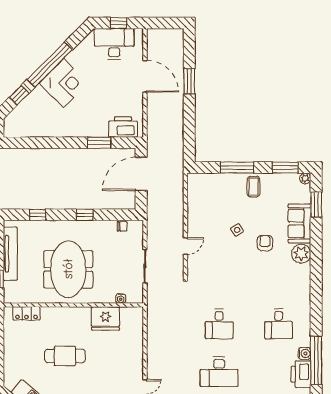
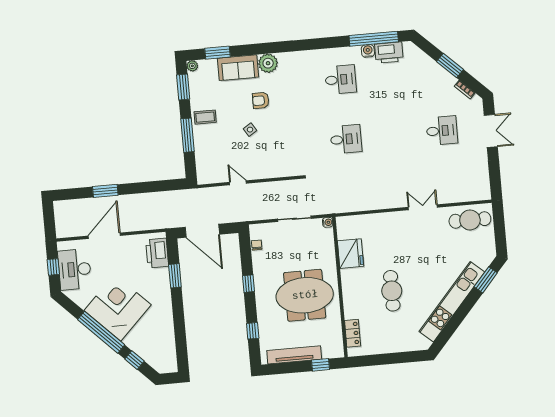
corner desk: (64, 83) -> (118, 308), width x1.36, depth x1.36
door: (185, 246) -> (238, 183), moved
water cooler: (121, 299) -> (328, 222), moved
desk: (219, 372) -> (394, 135), removed

